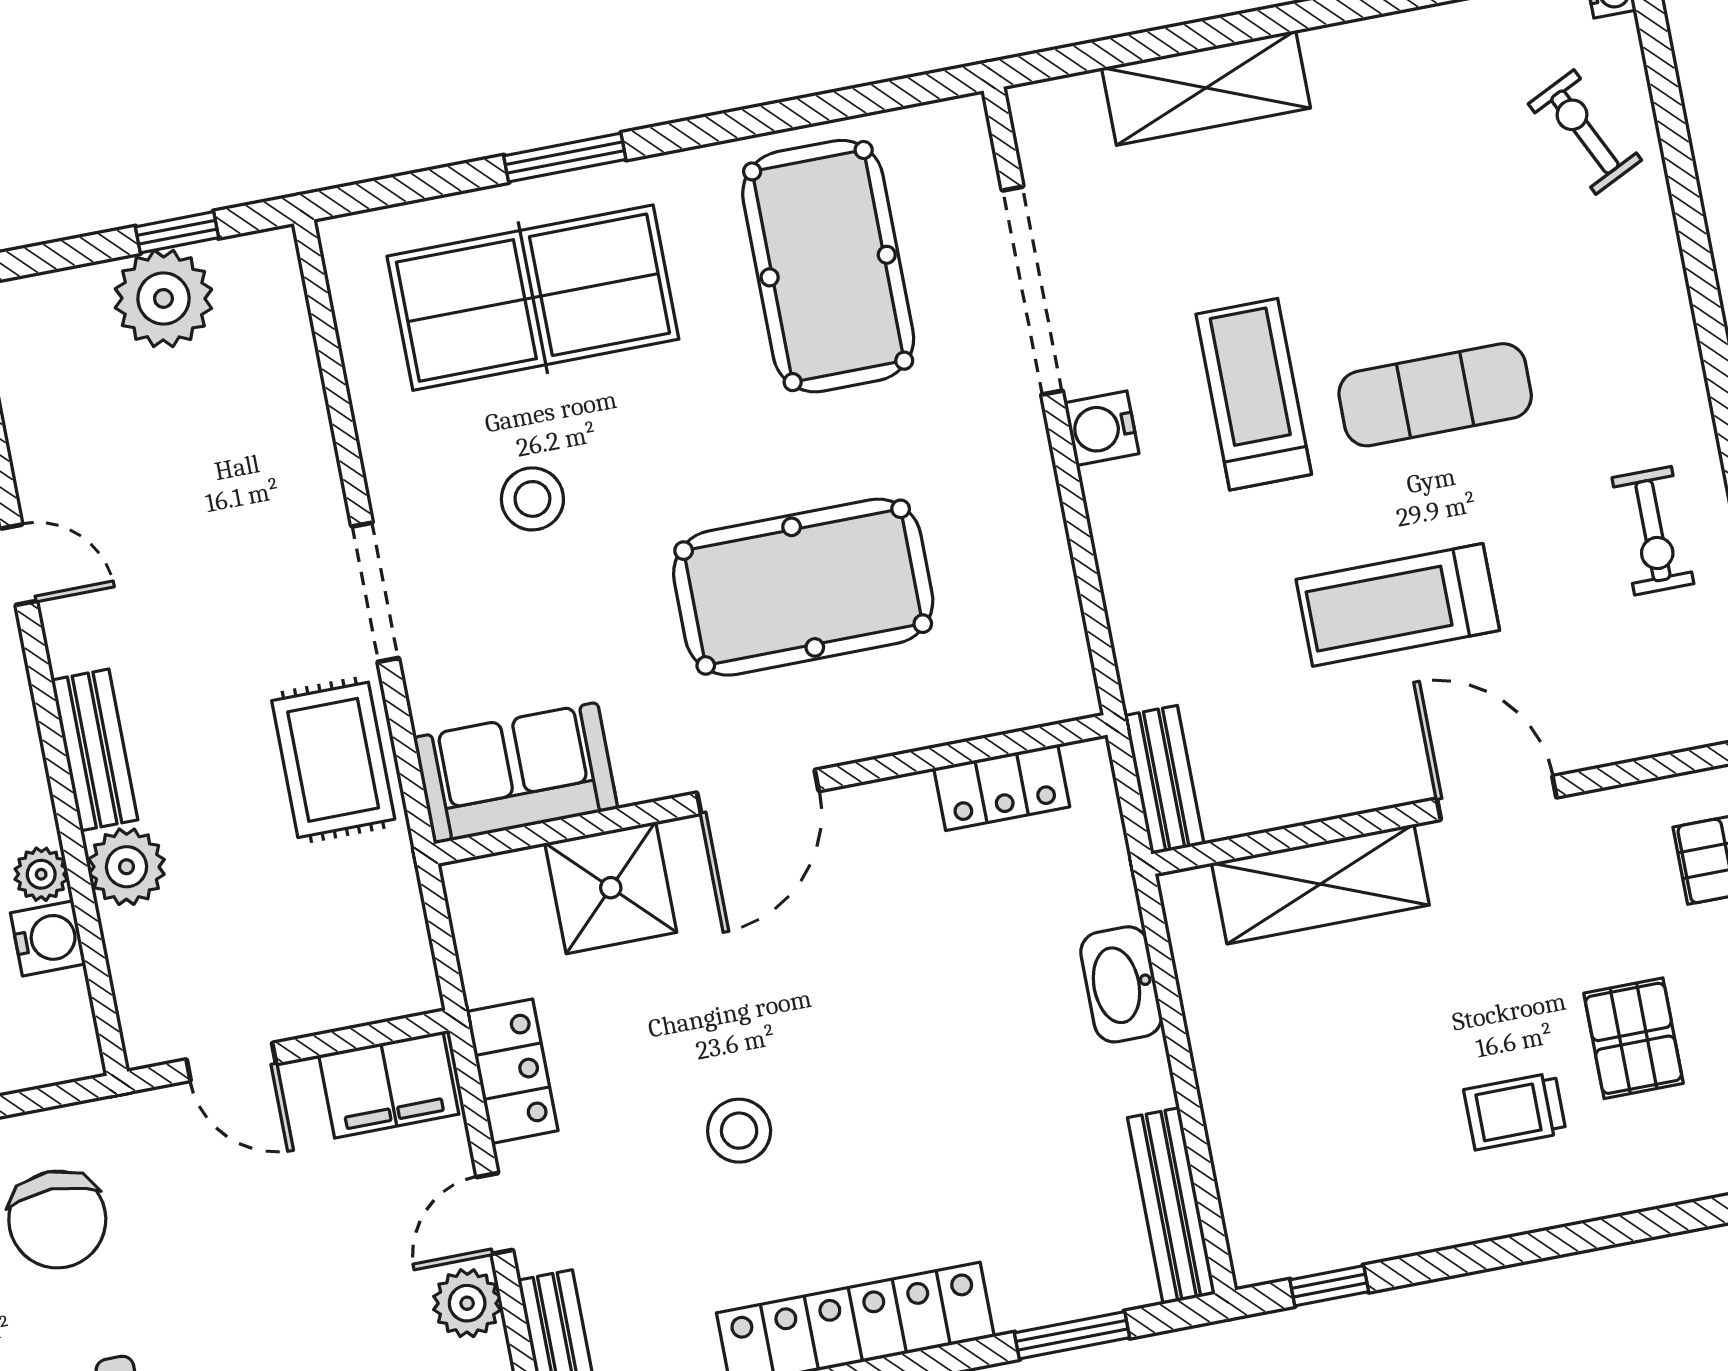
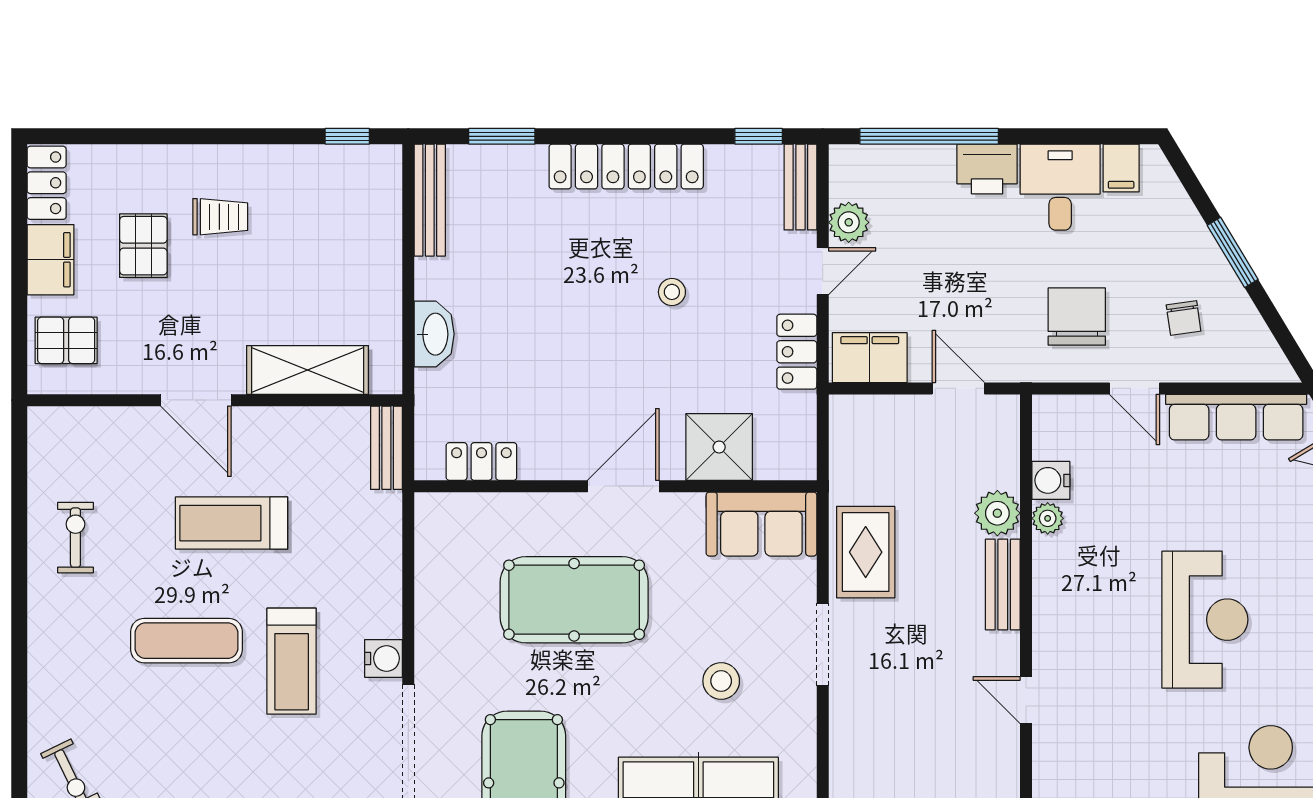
treadmill: (1398, 605) -> (232, 523), turned 180
stool: (739, 1131) -> (672, 292), width x0.73, depth x0.73

